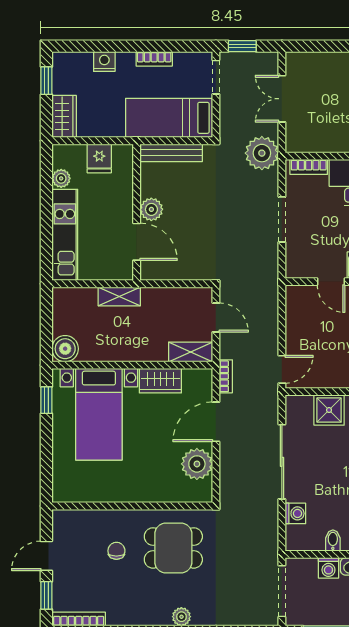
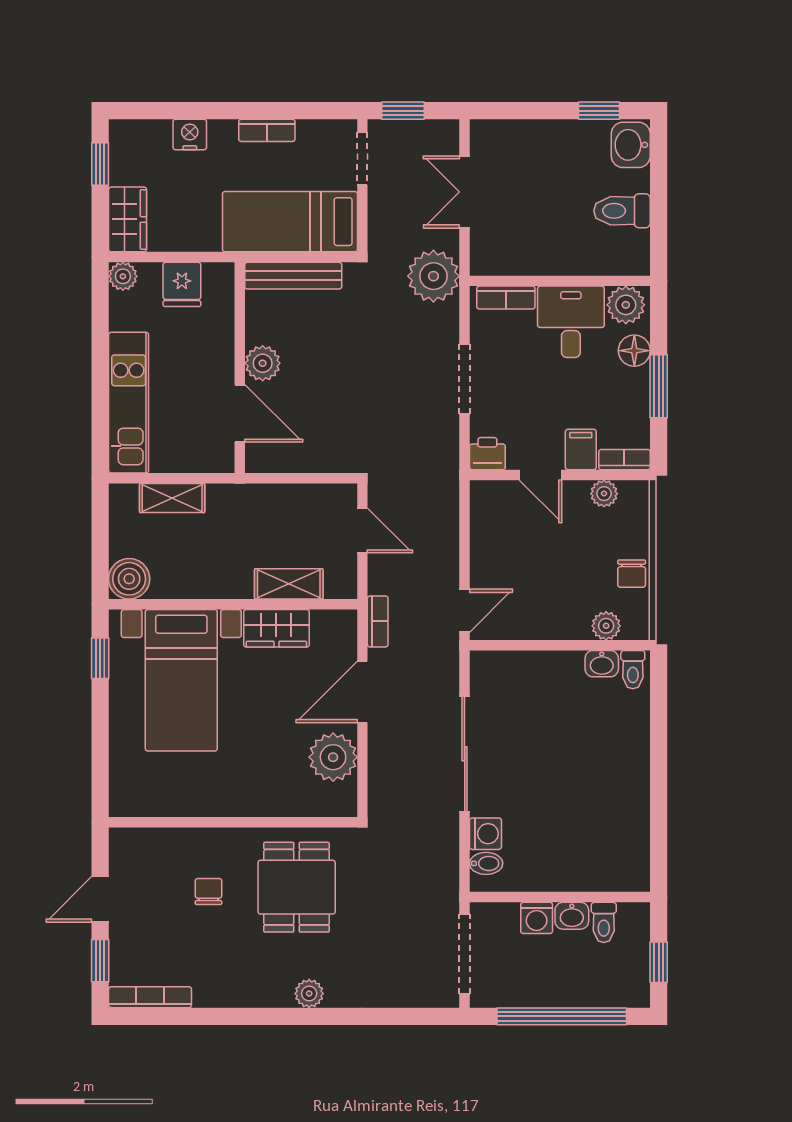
plant: (61, 178) -> (123, 276), moved
printer: (297, 268) -> (487, 454), added
shelving: (119, 297) -> (172, 498), moved
shelving: (191, 352) -> (289, 584), moved
shower: (329, 410) -> (537, 674), removed
bidet: (333, 540) -> (486, 863), moved, turned 90
dining table: (173, 548) -> (297, 887), turned 90

